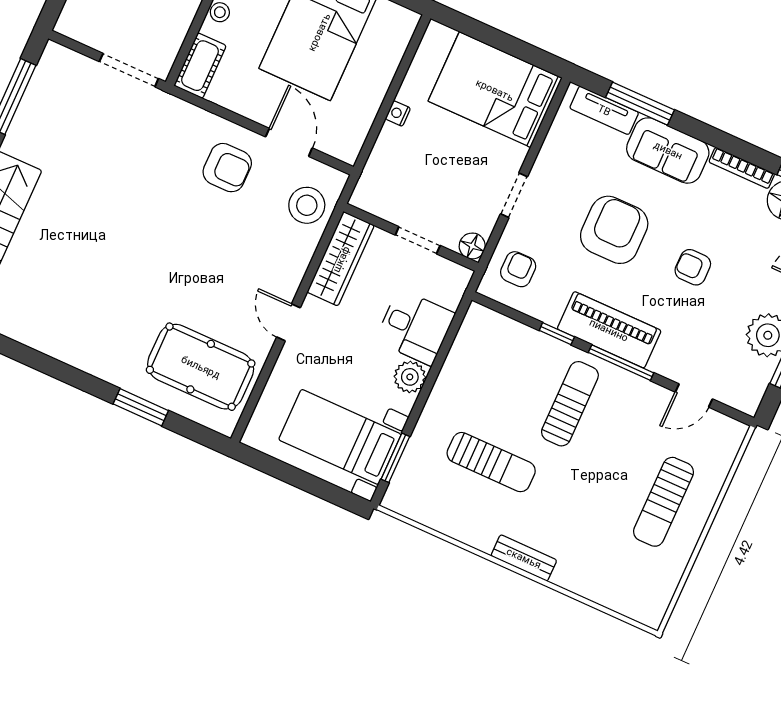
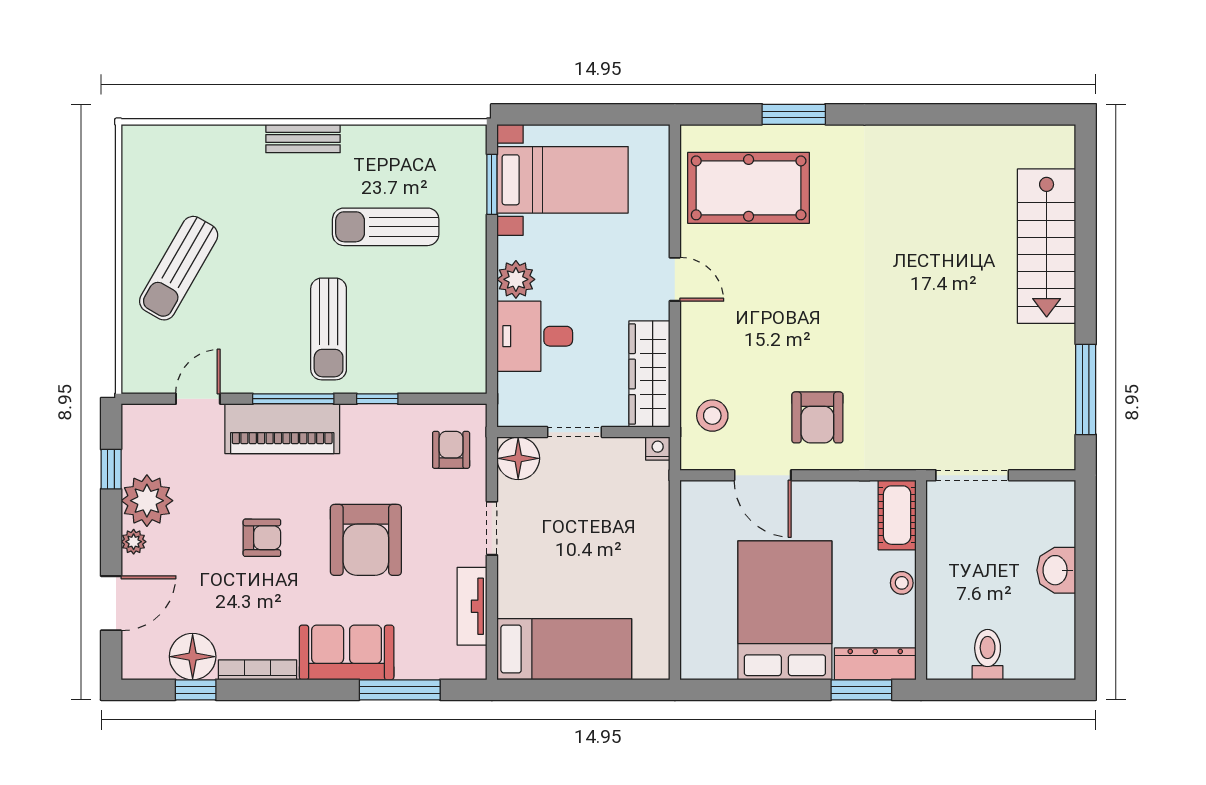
bed: (495, 90) -> (564, 649), width x0.67
tv unit: (604, 110) -> (472, 606), moved, turned -90
nightstand: (398, 113) -> (658, 448), moved, turned -90
armchair: (227, 168) -> (817, 417), turned -90
stool: (307, 205) -> (712, 416), width x0.73, depth x0.73
floor lamp: (472, 246) -> (518, 458), width x1.38, depth x1.38
armchair: (518, 269) -> (451, 450), turned 180
piano: (609, 330) -> (282, 429), moved
sun lounger: (663, 502) -> (179, 268), turned -150

